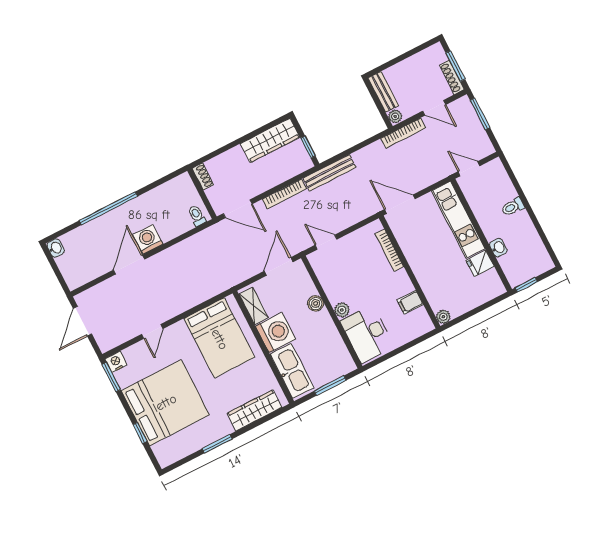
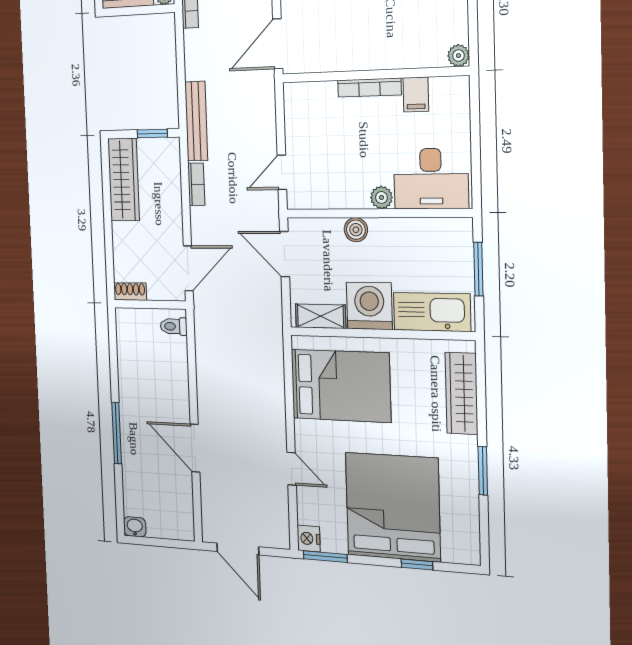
bookcase: (284, 194) -> (196, 184), width x0.64
window: (108, 208) -> (117, 433), width x0.68
washing machine: (148, 239) -> (175, 406), removed
bookcase: (389, 250) -> (369, 88), moved

